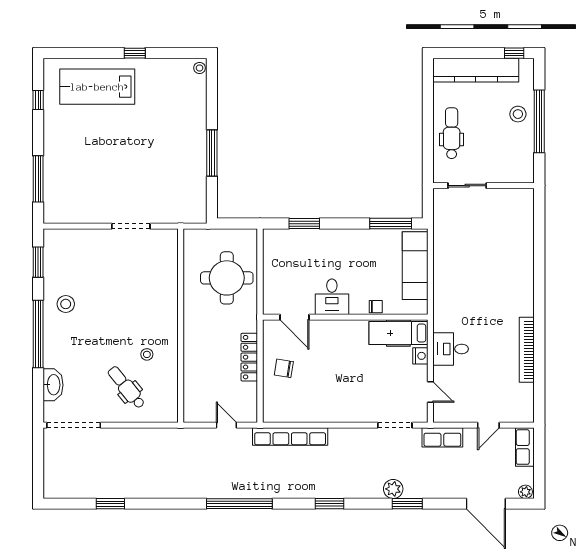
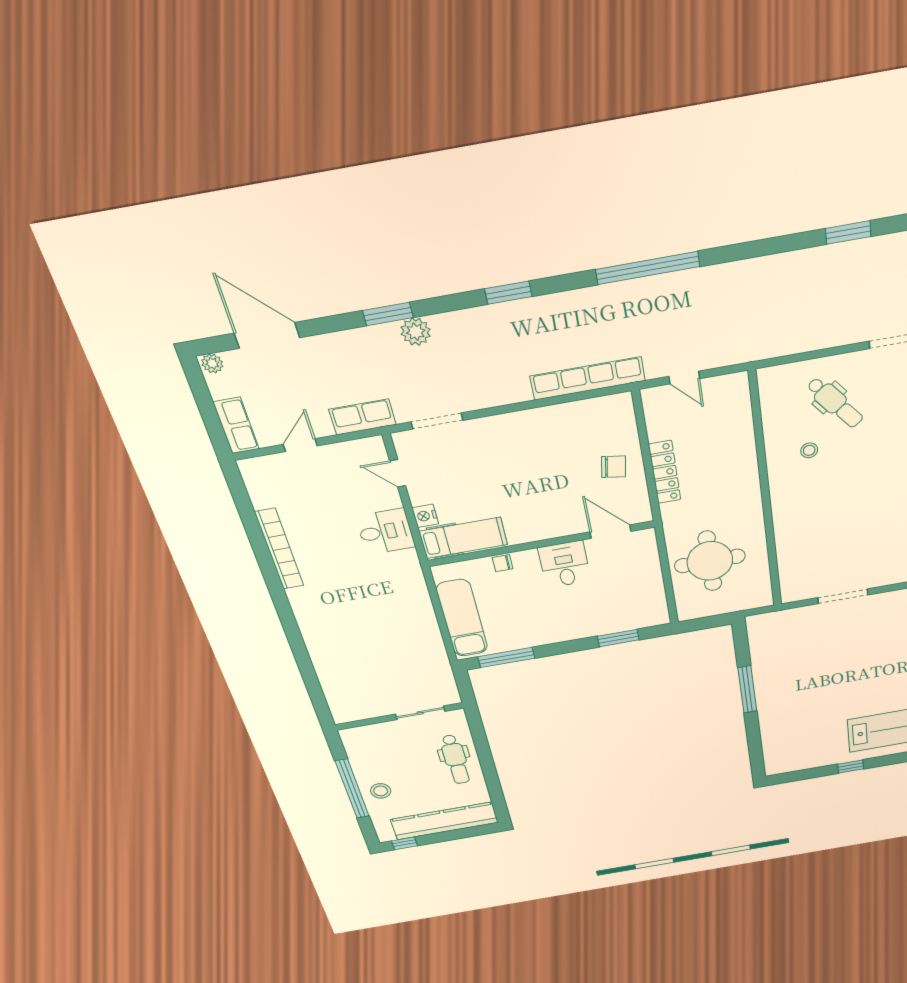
stool: (200, 68) -> (773, 766), removed

